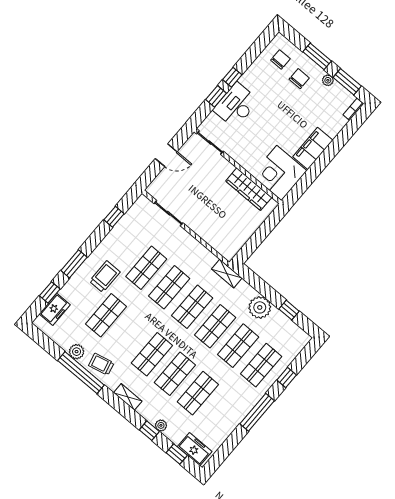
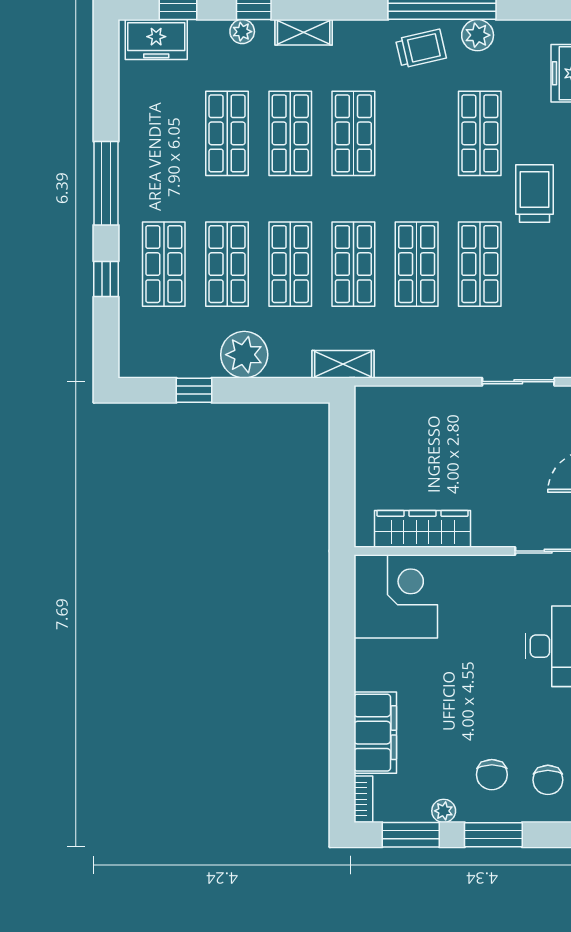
filing cabinet: (313, 148) -> (375, 733), moved
trolley: (105, 277) -> (534, 194), turned 180
shelving: (128, 397) -> (304, 32), moved

